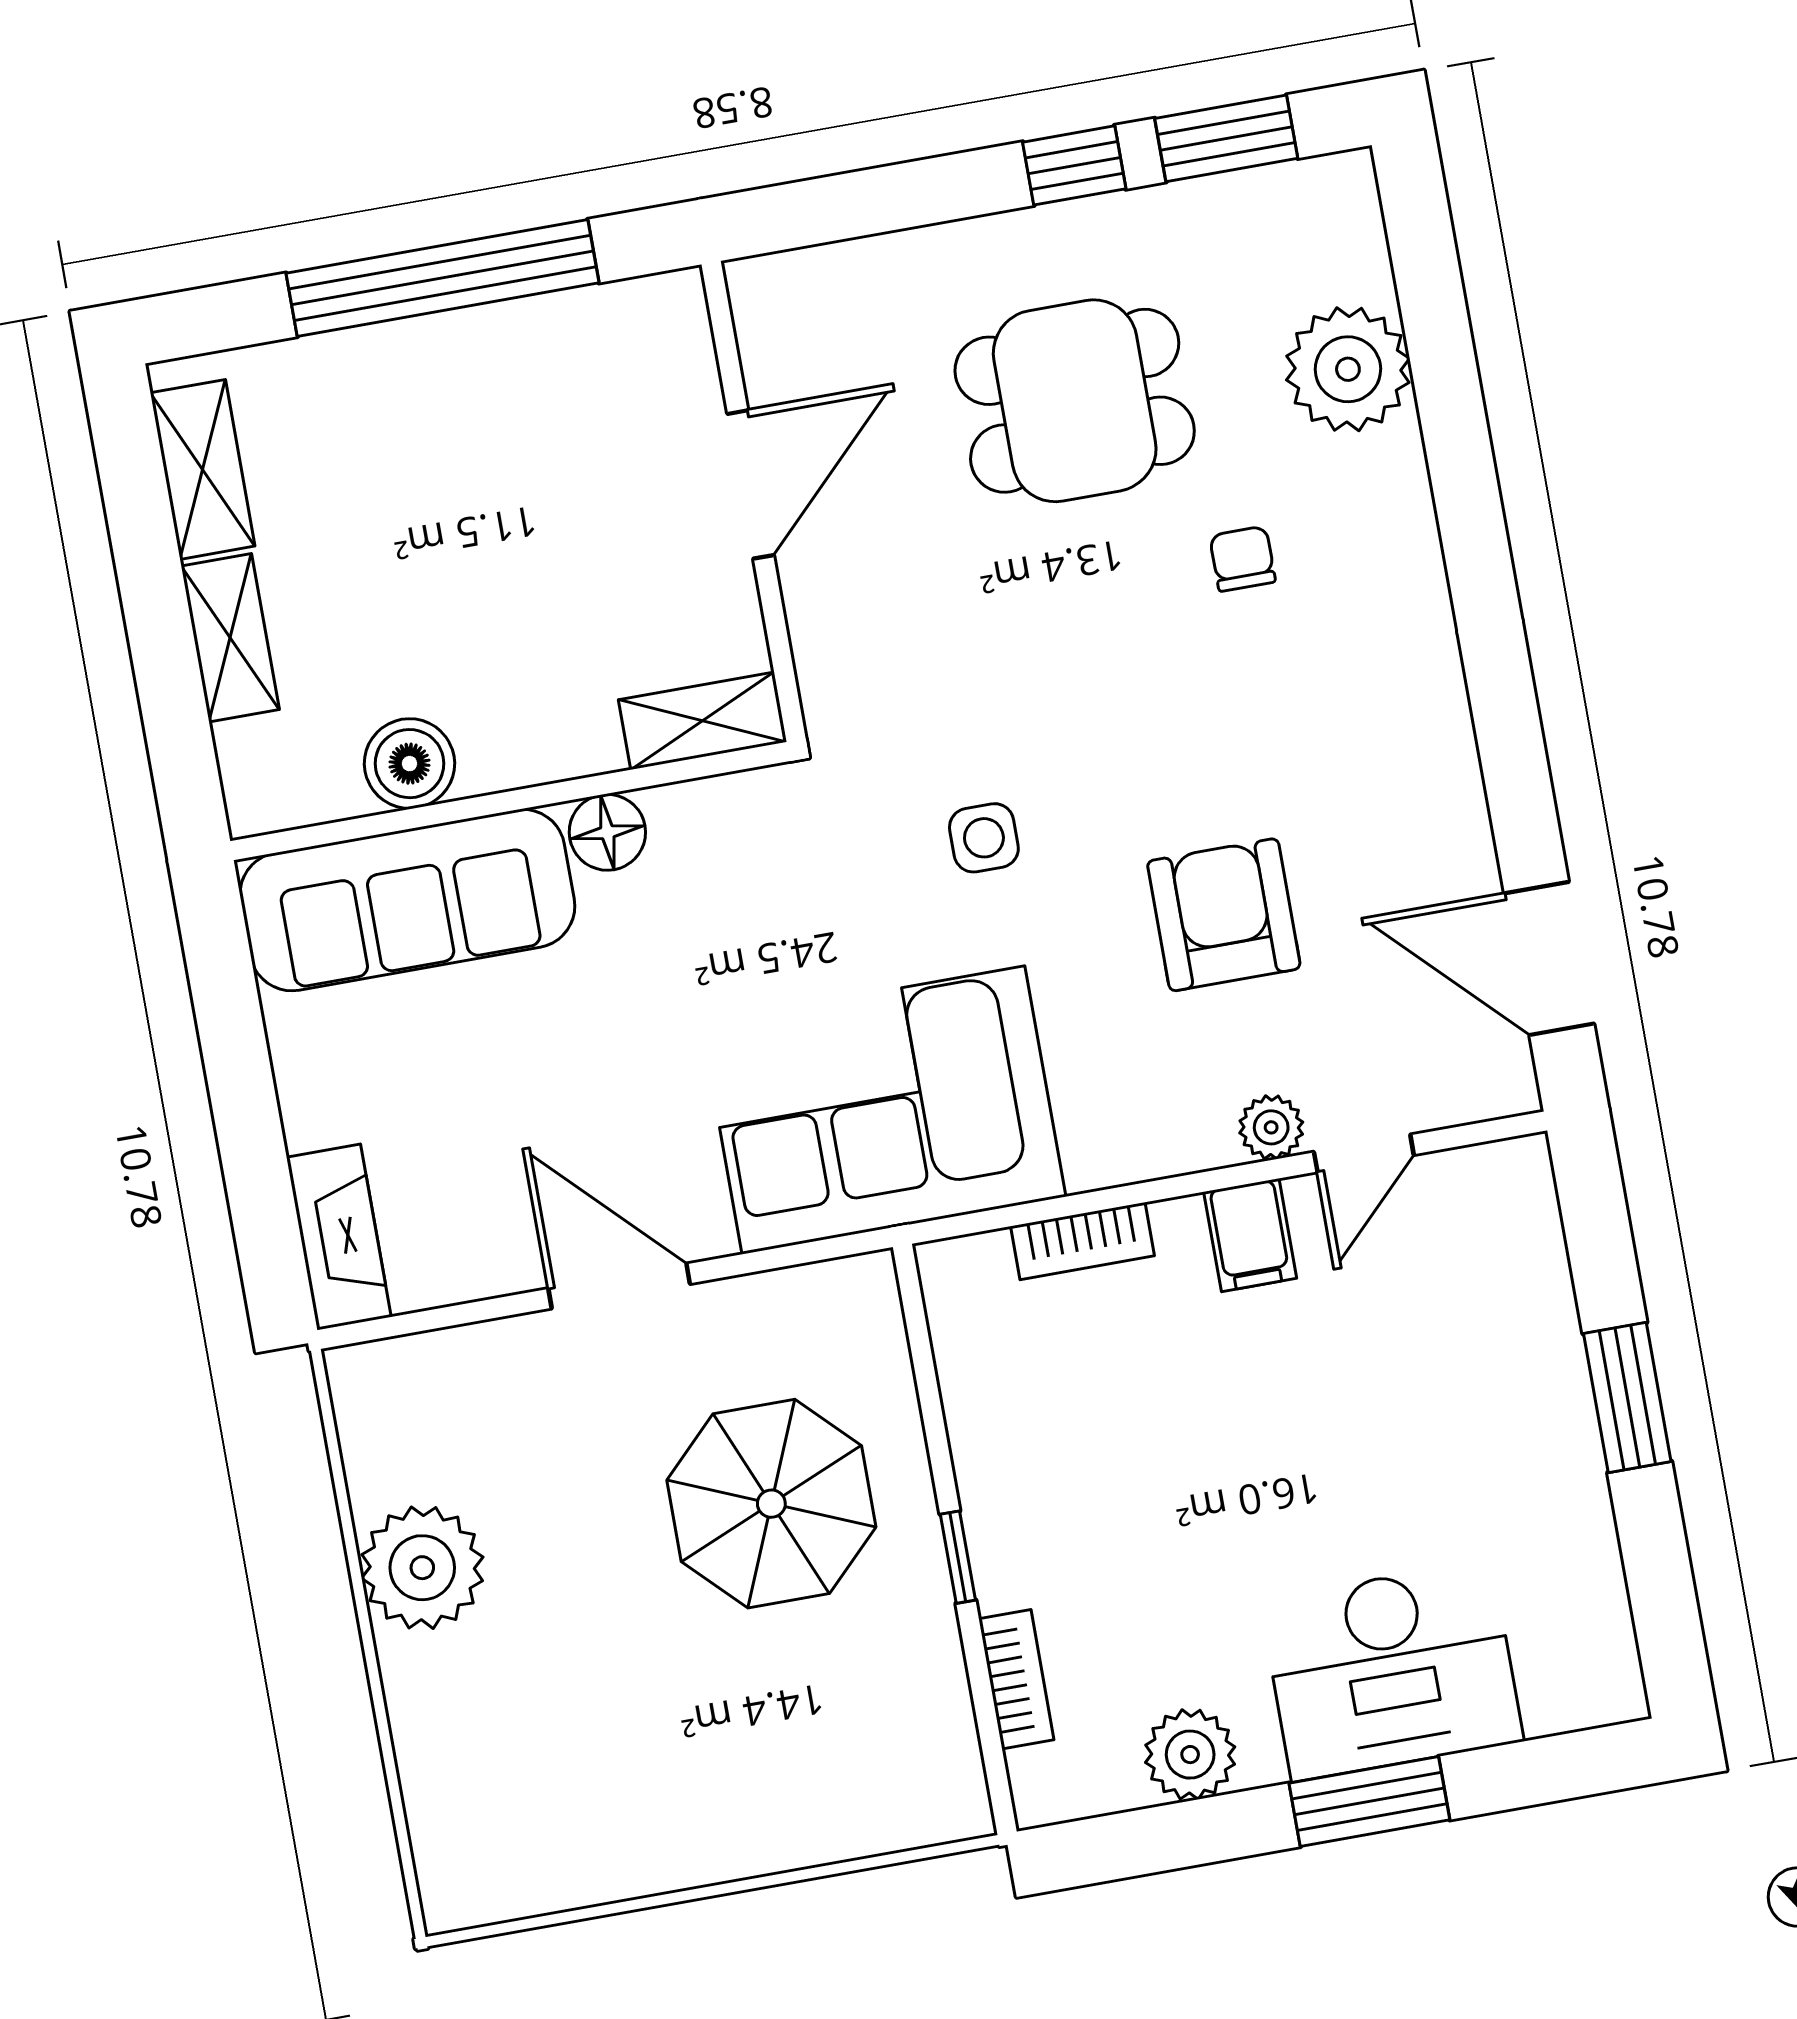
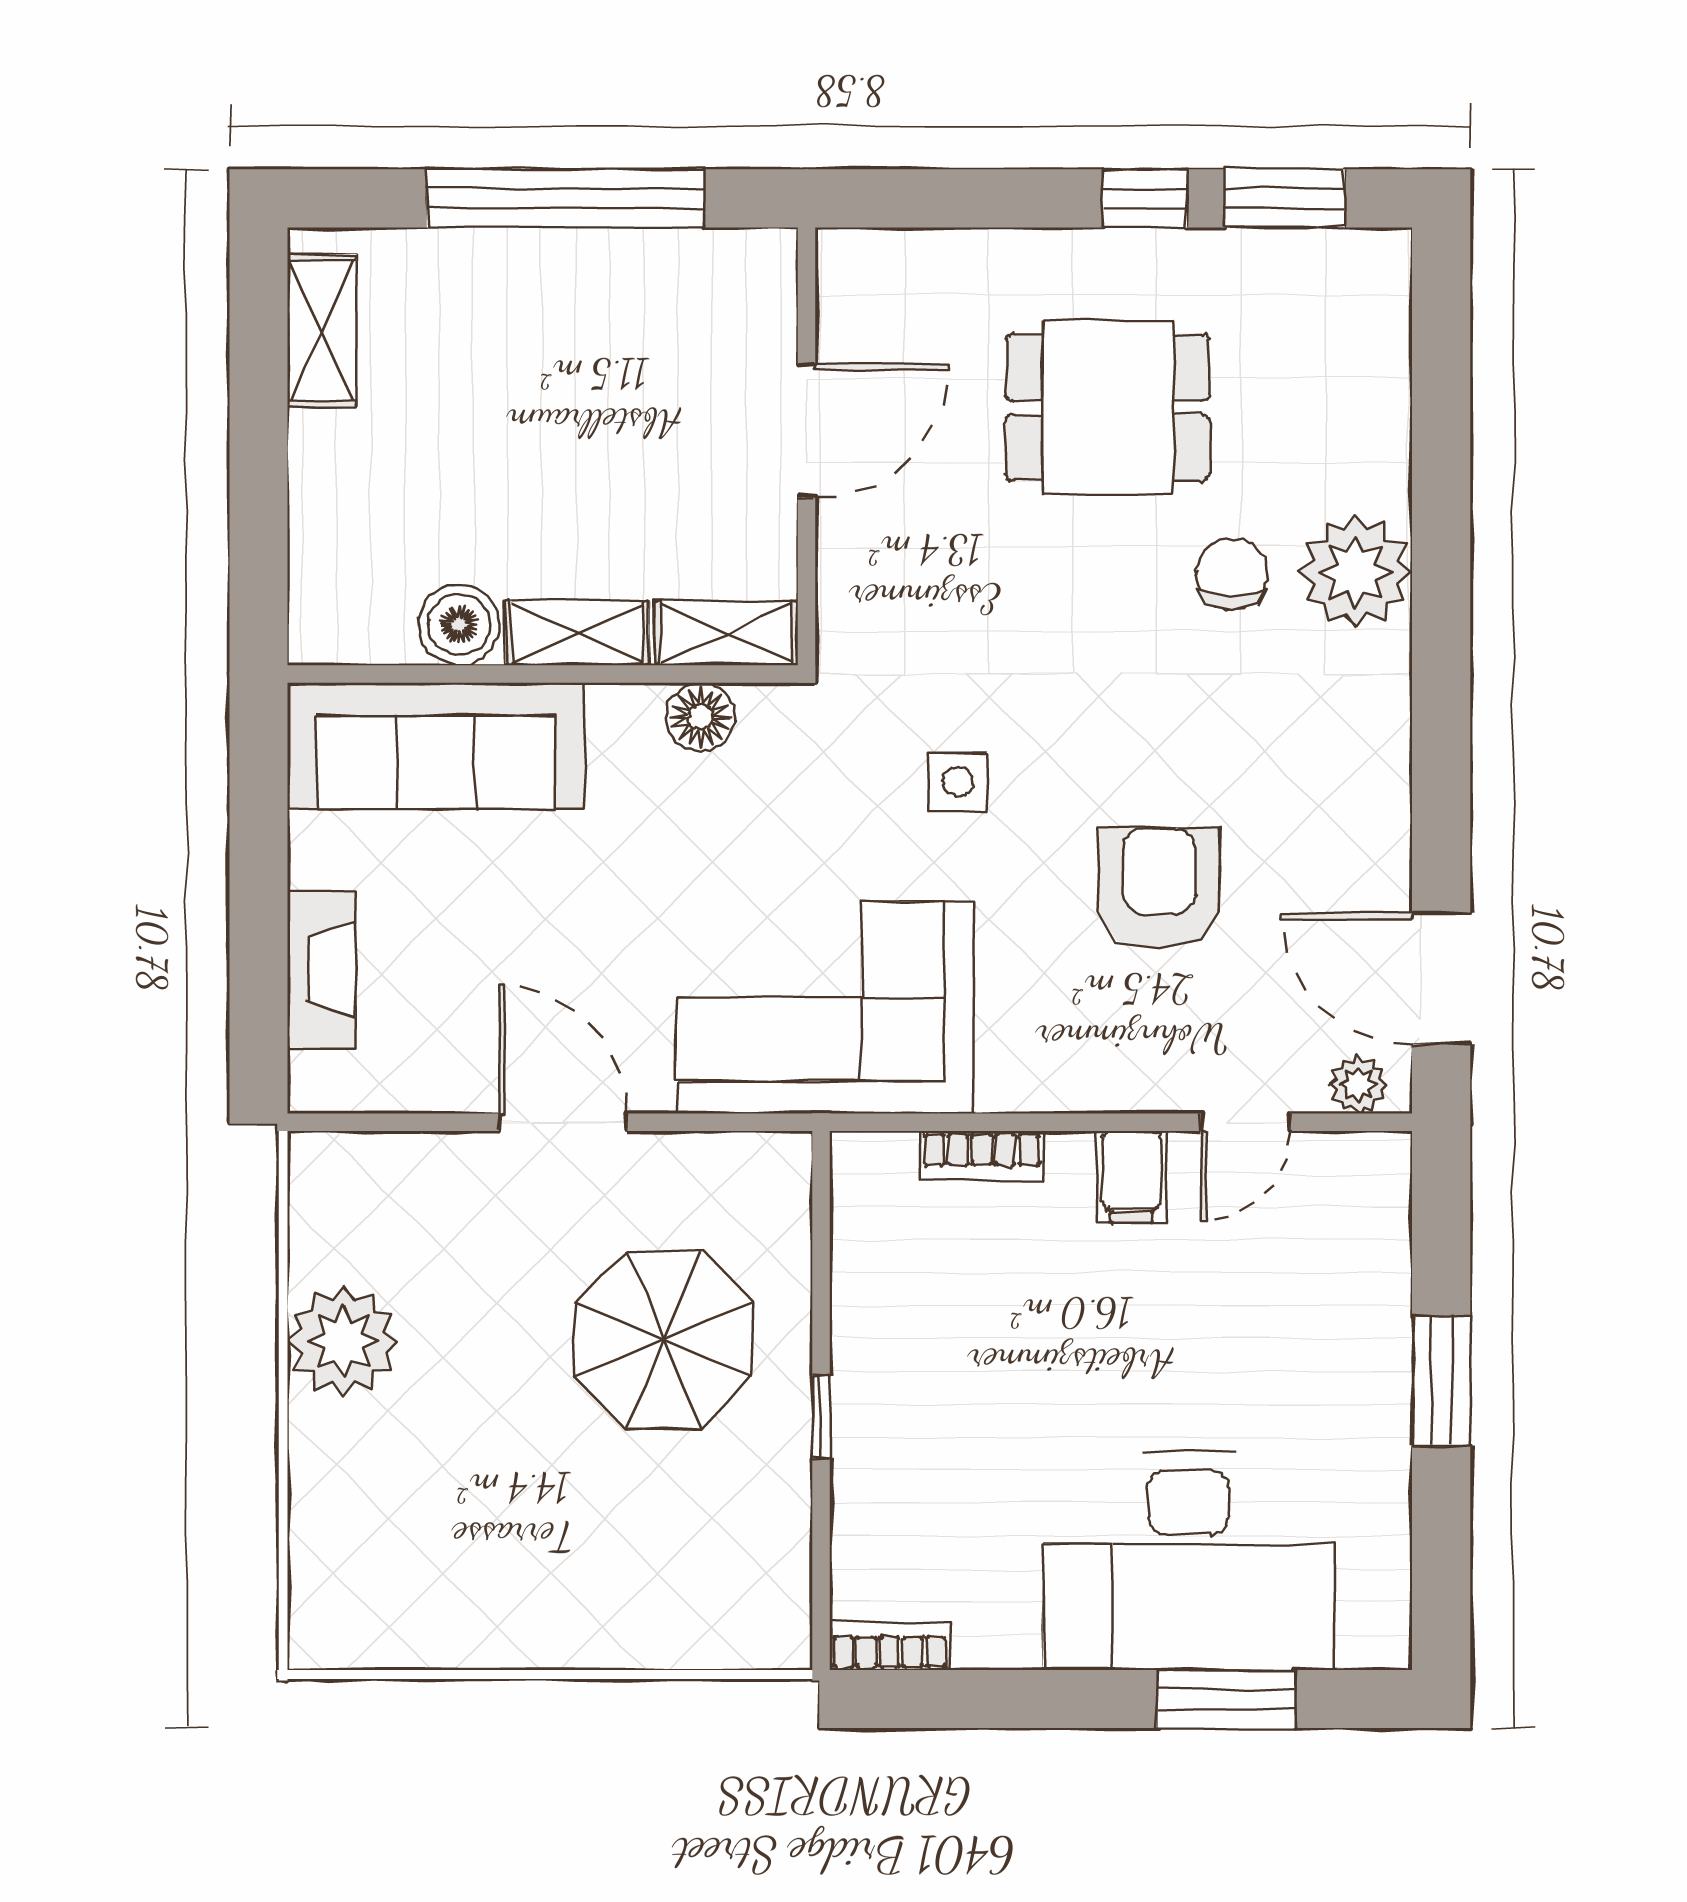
plant: (1348, 369) -> (1356, 572), moved
chair: (1243, 559) -> (1232, 575), width x1.37, depth x1.37
shelving: (230, 638) -> (577, 633), moved, turned 90
floor lamp: (607, 832) -> (701, 717), moved
plant: (1271, 1127) -> (1358, 1084), moved
fireplace: (339, 1237) -> (321, 970), moved
desk: (1392, 1671) -> (1189, 1561), width x1.36, depth x1.30
bookcase: (1016, 1679) -> (889, 1646), moved, turned -90
plant: (1190, 1755) -> (996, 1629), removed
window: (1369, 1801) -> (1227, 1699), moved

